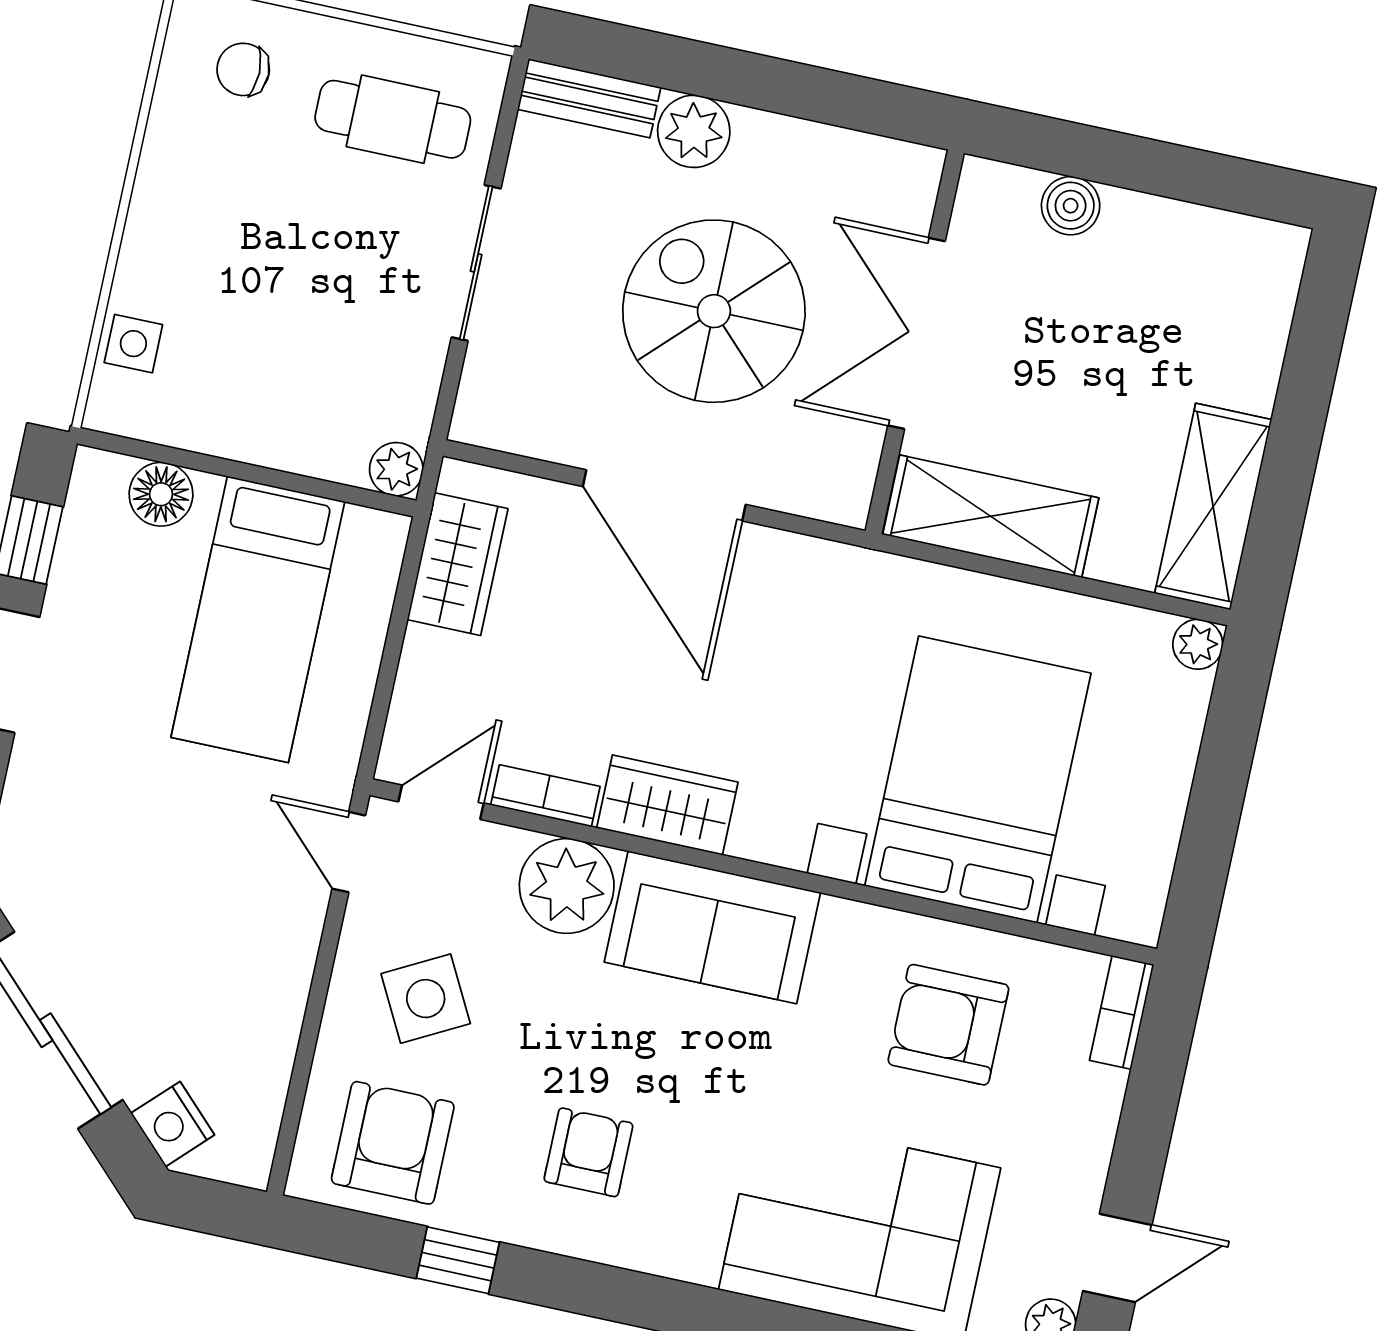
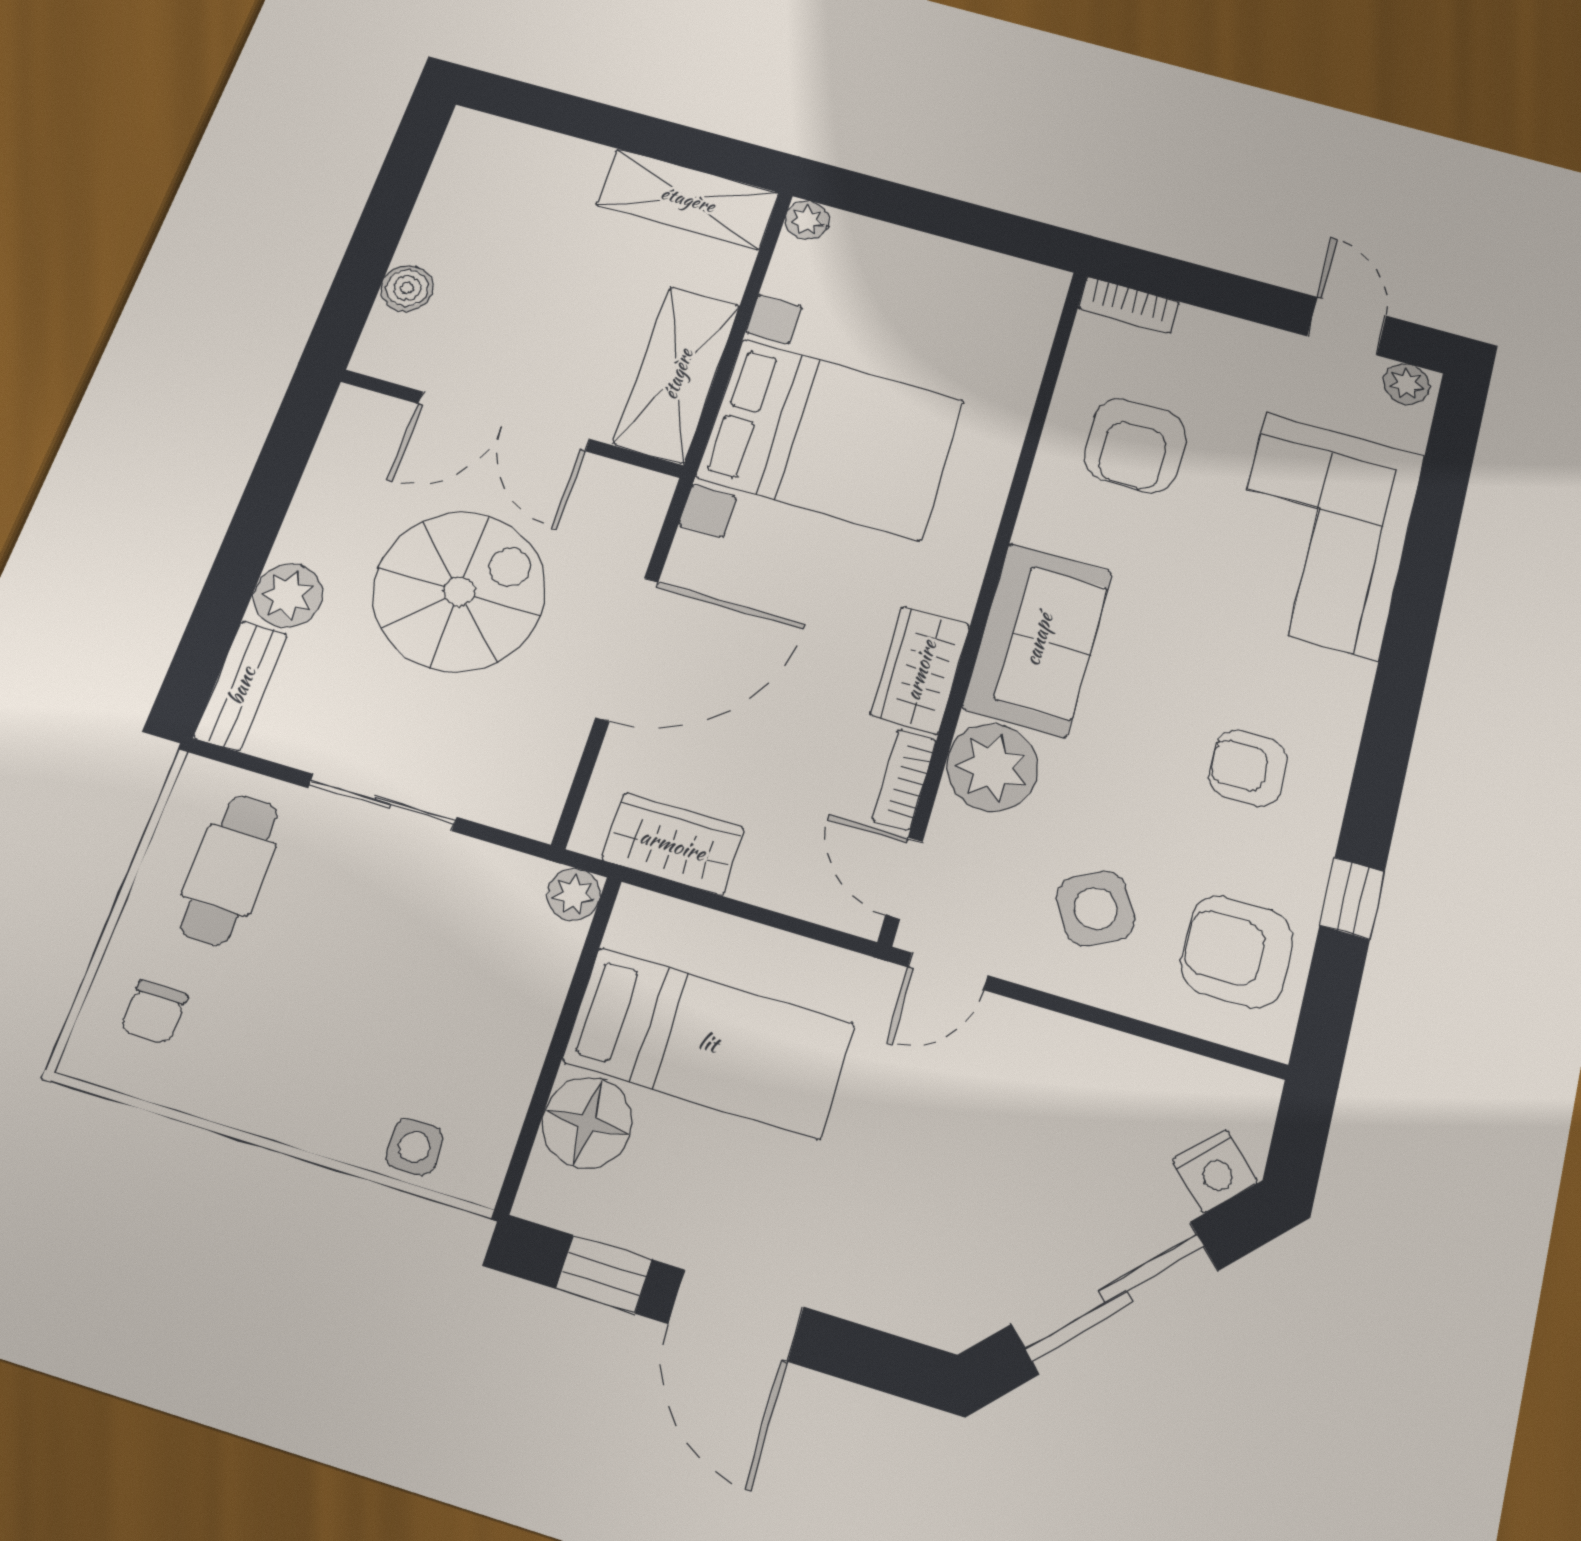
spiral stairs: (714, 311) -> (459, 591), turned 180
floor lamp: (161, 494) -> (587, 1123), width x1.38, depth x1.38
bed with nightstands: (978, 780) -> (831, 439), moved, turned 180

